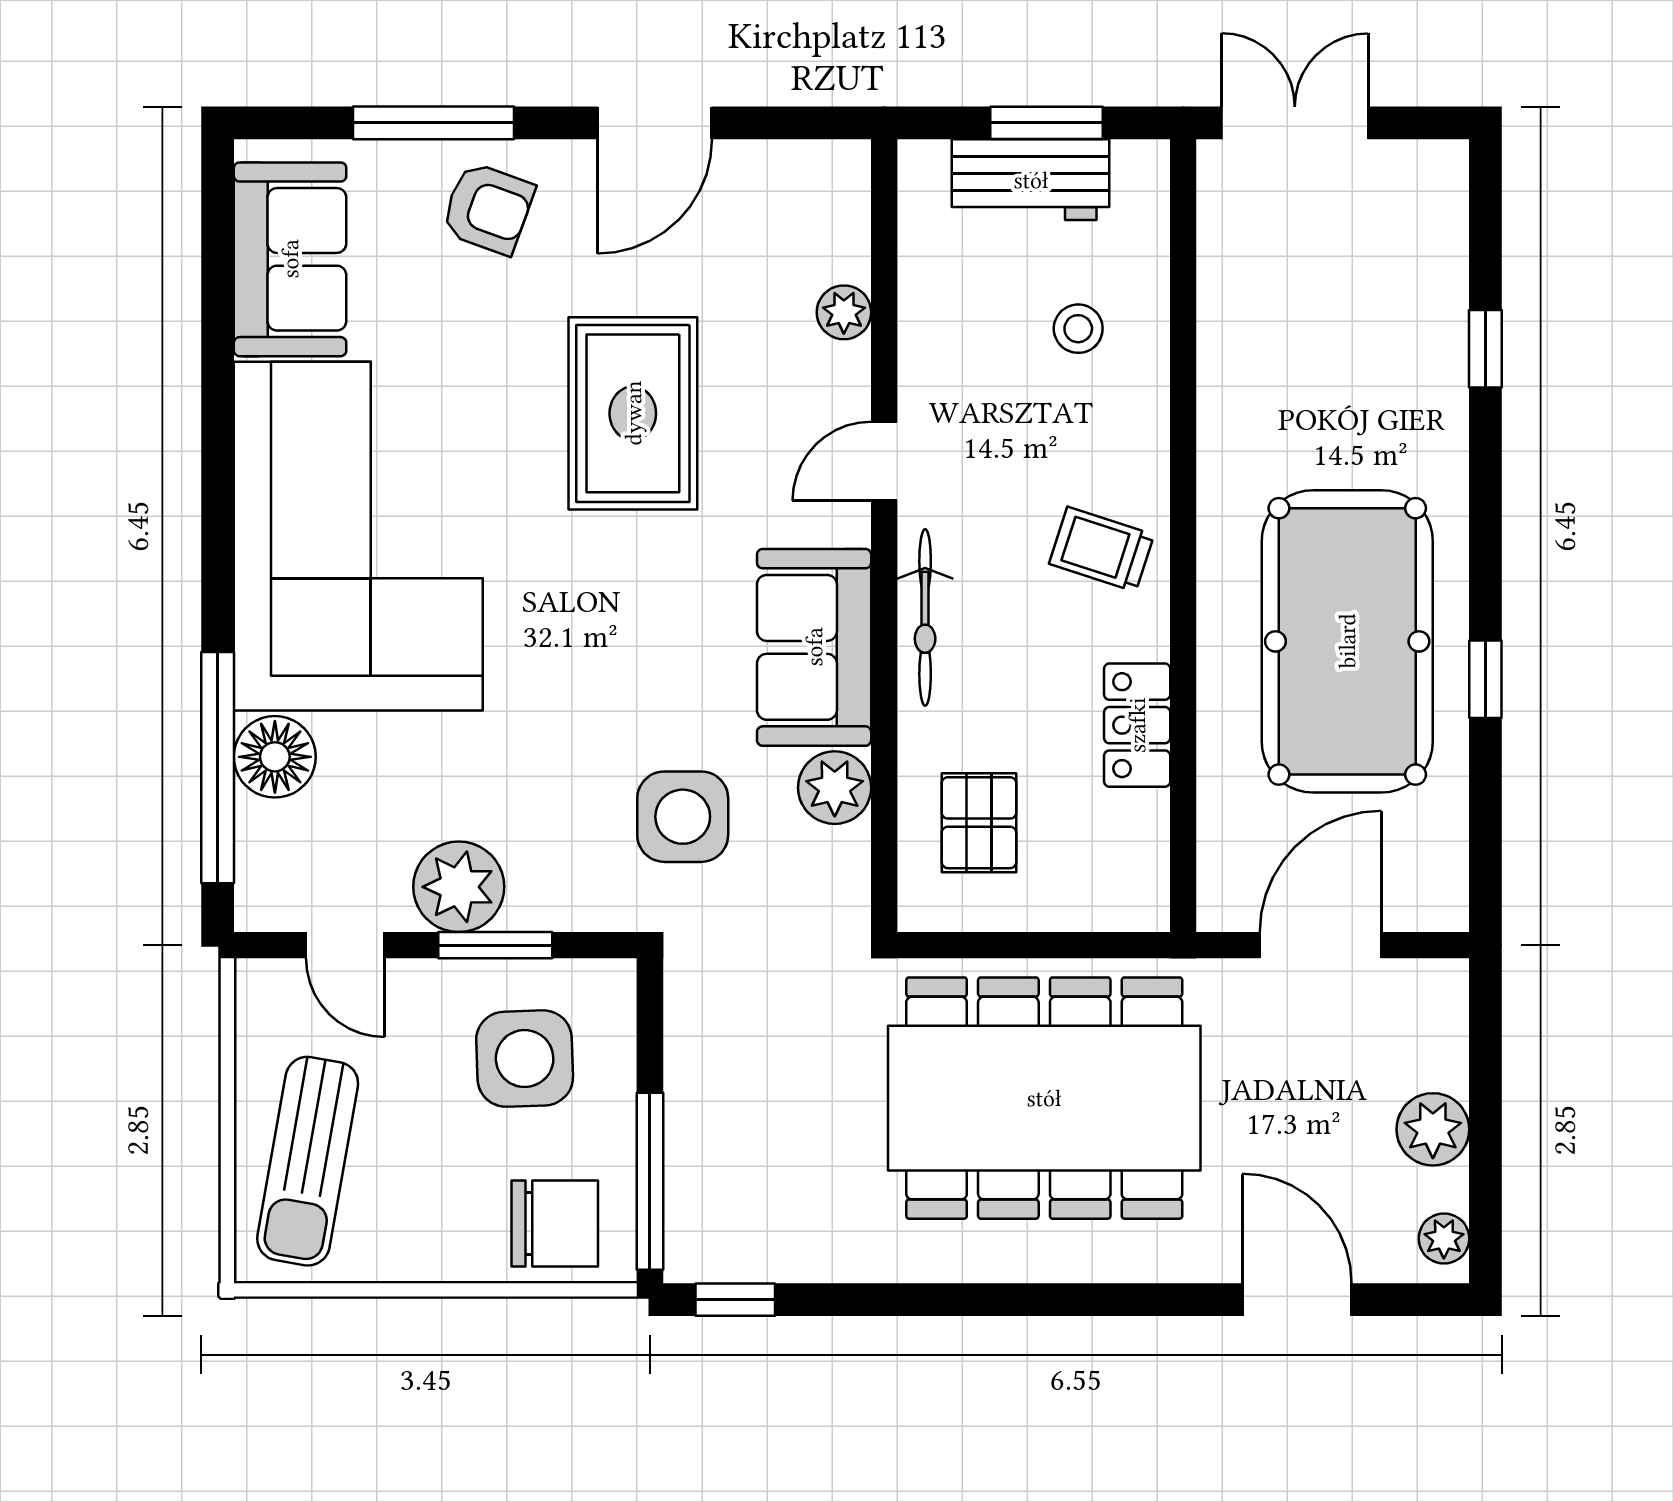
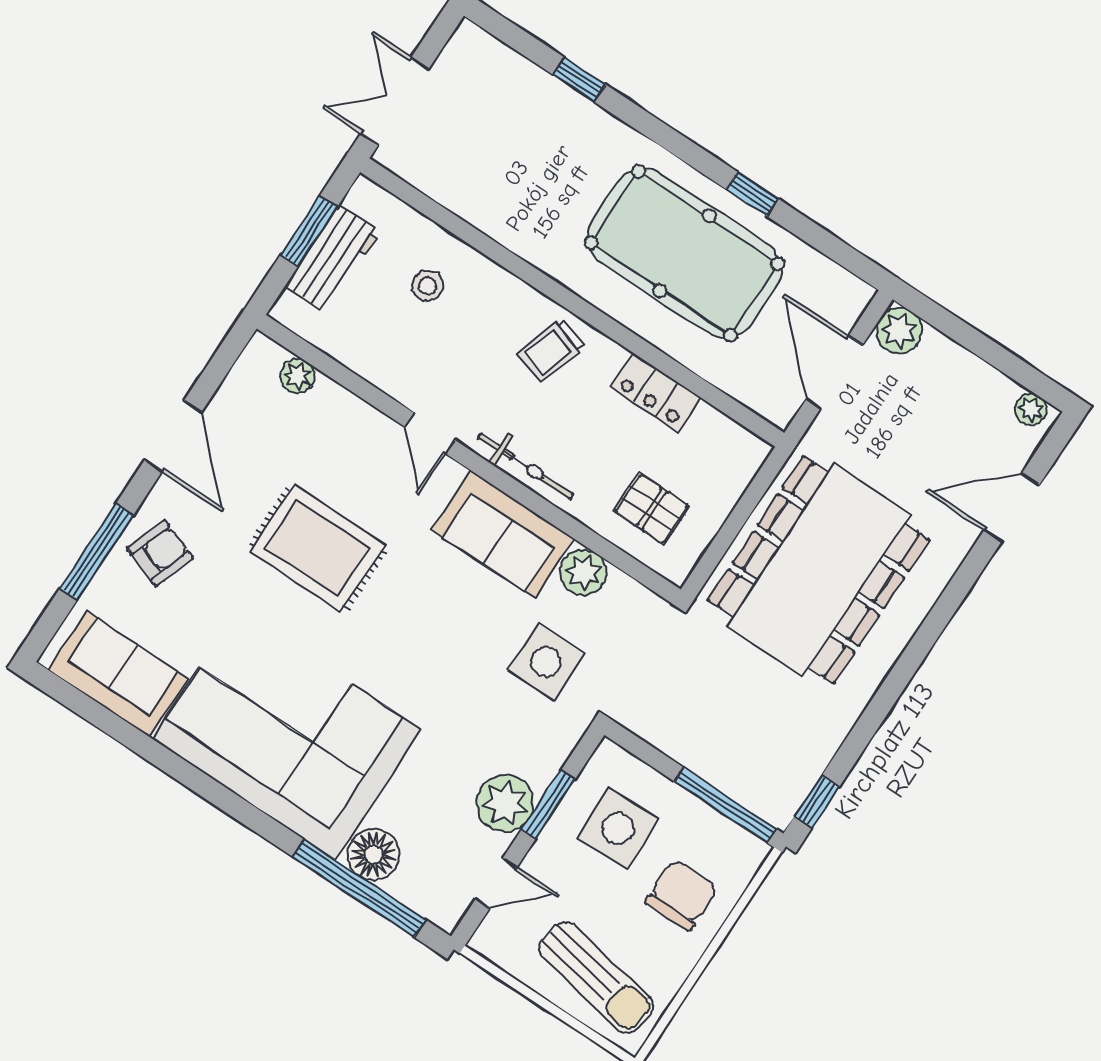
plant: (844, 312) -> (297, 376), moved
plant: (1433, 1129) -> (899, 331), moved
chair: (555, 1223) -> (682, 895), moved

